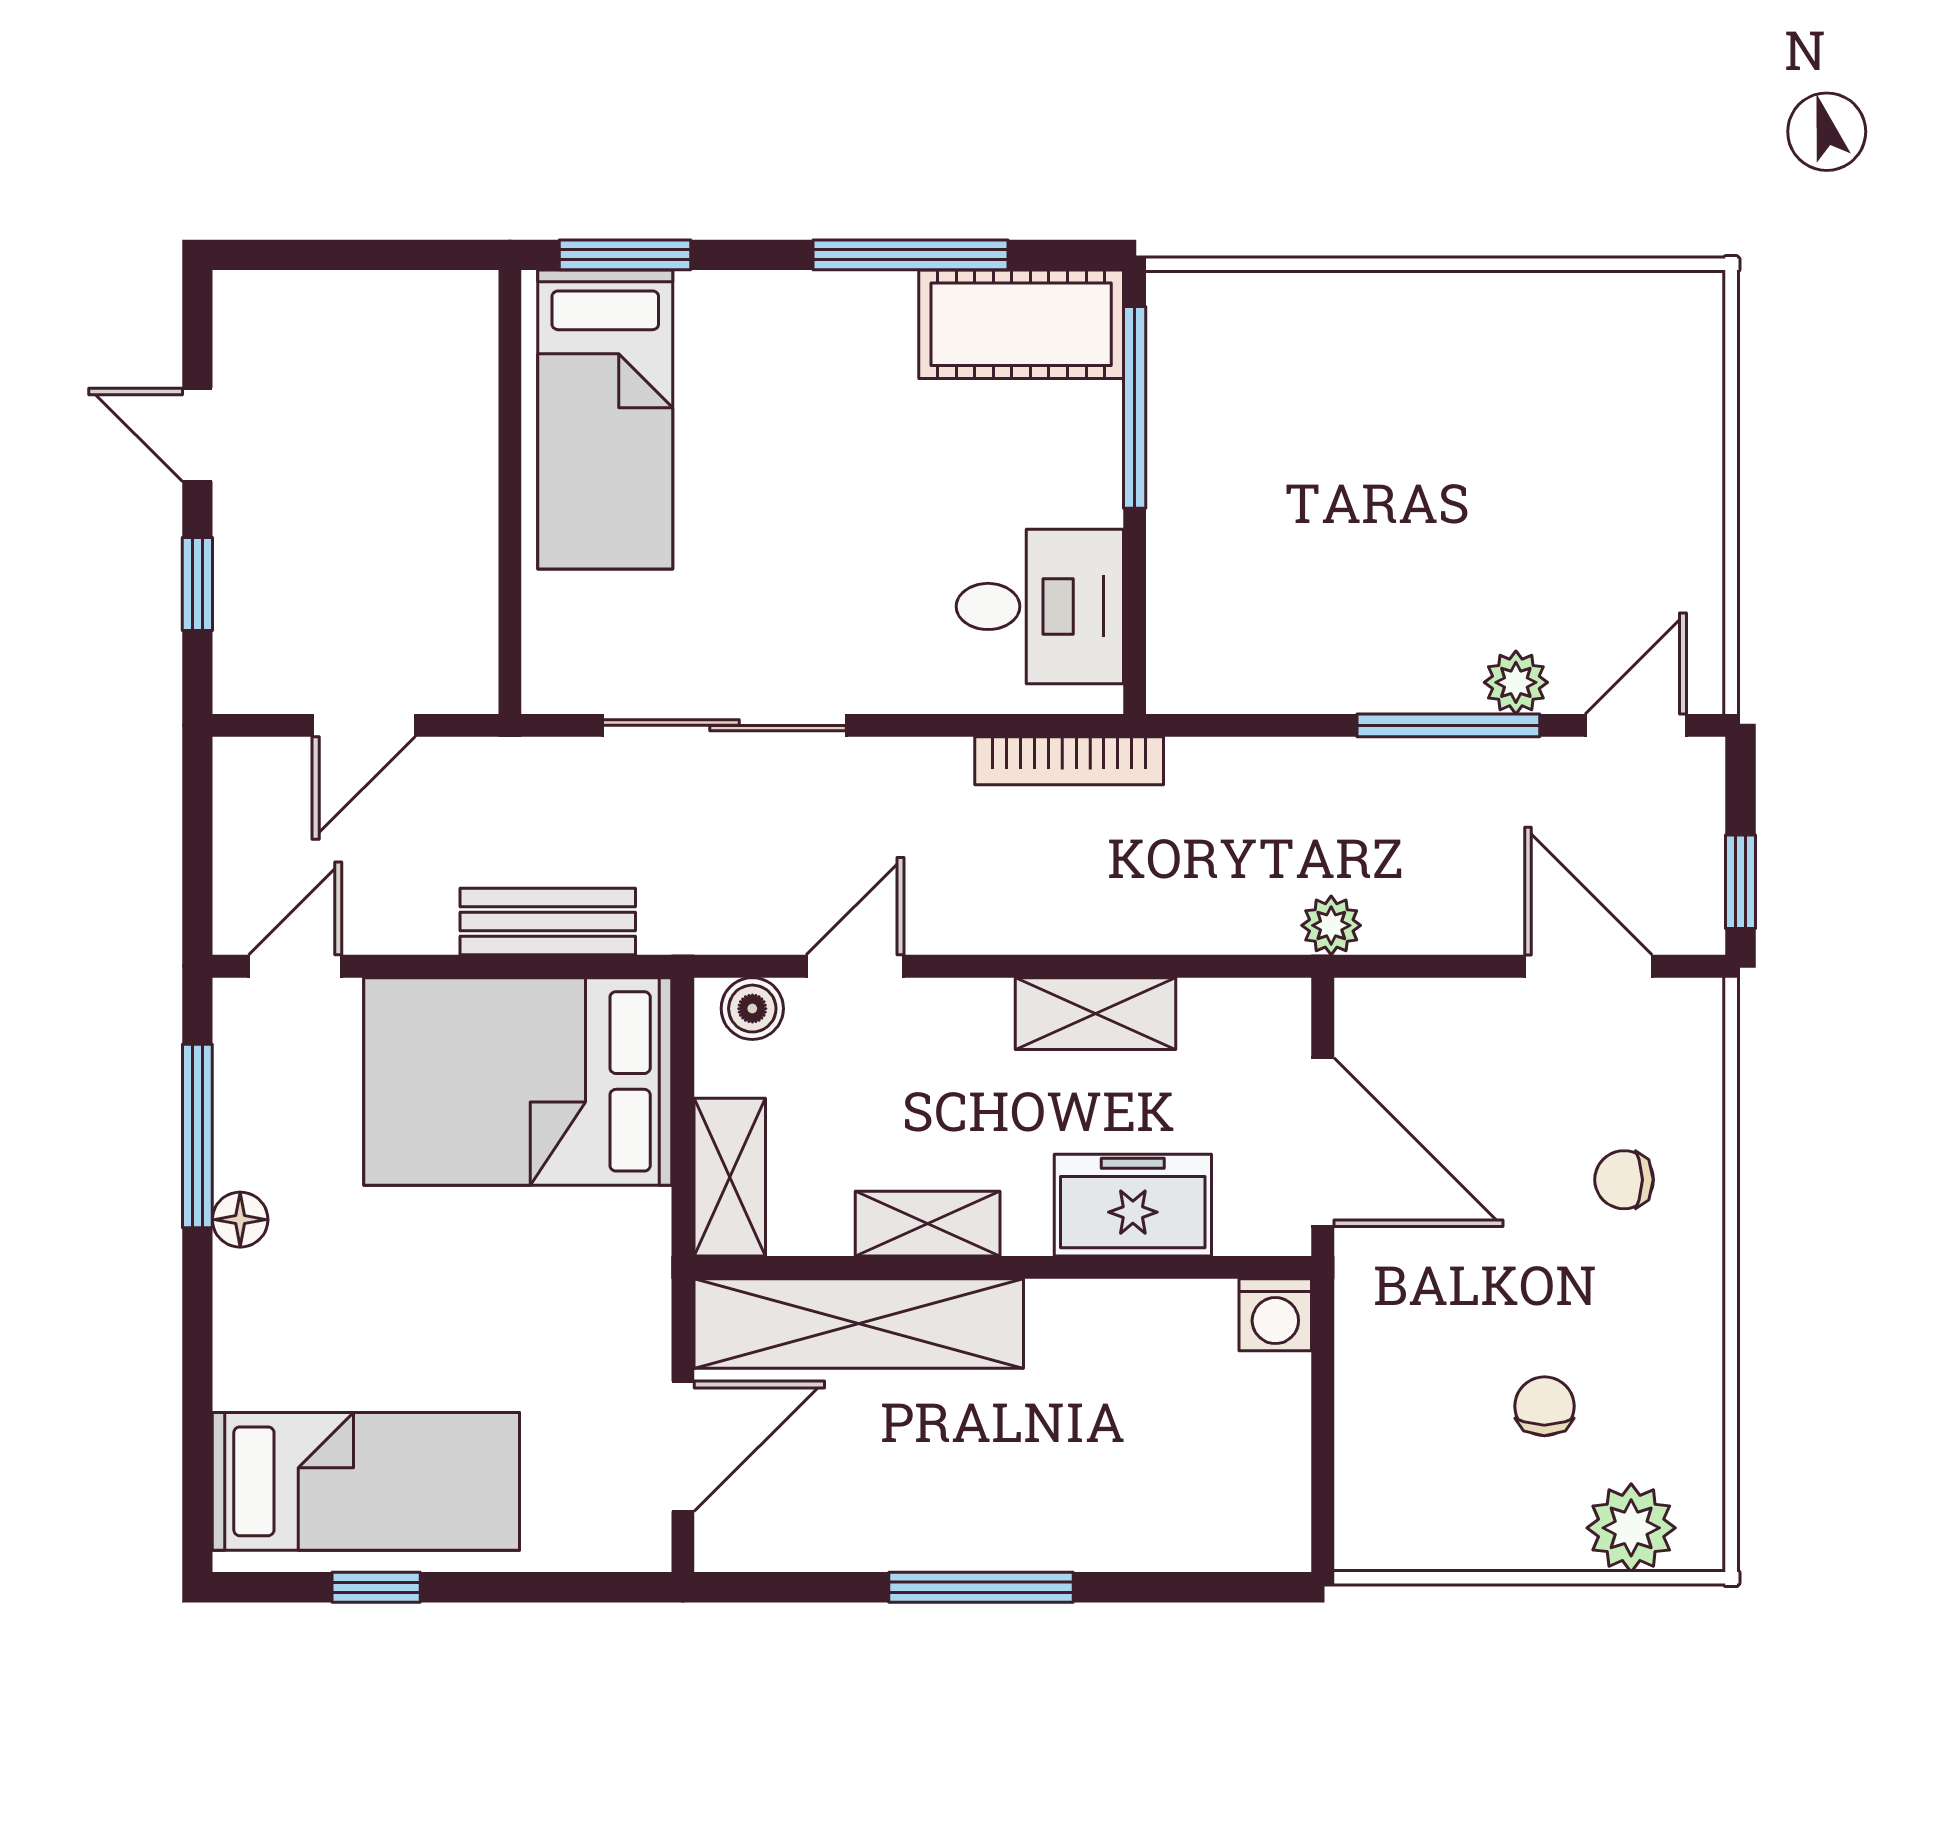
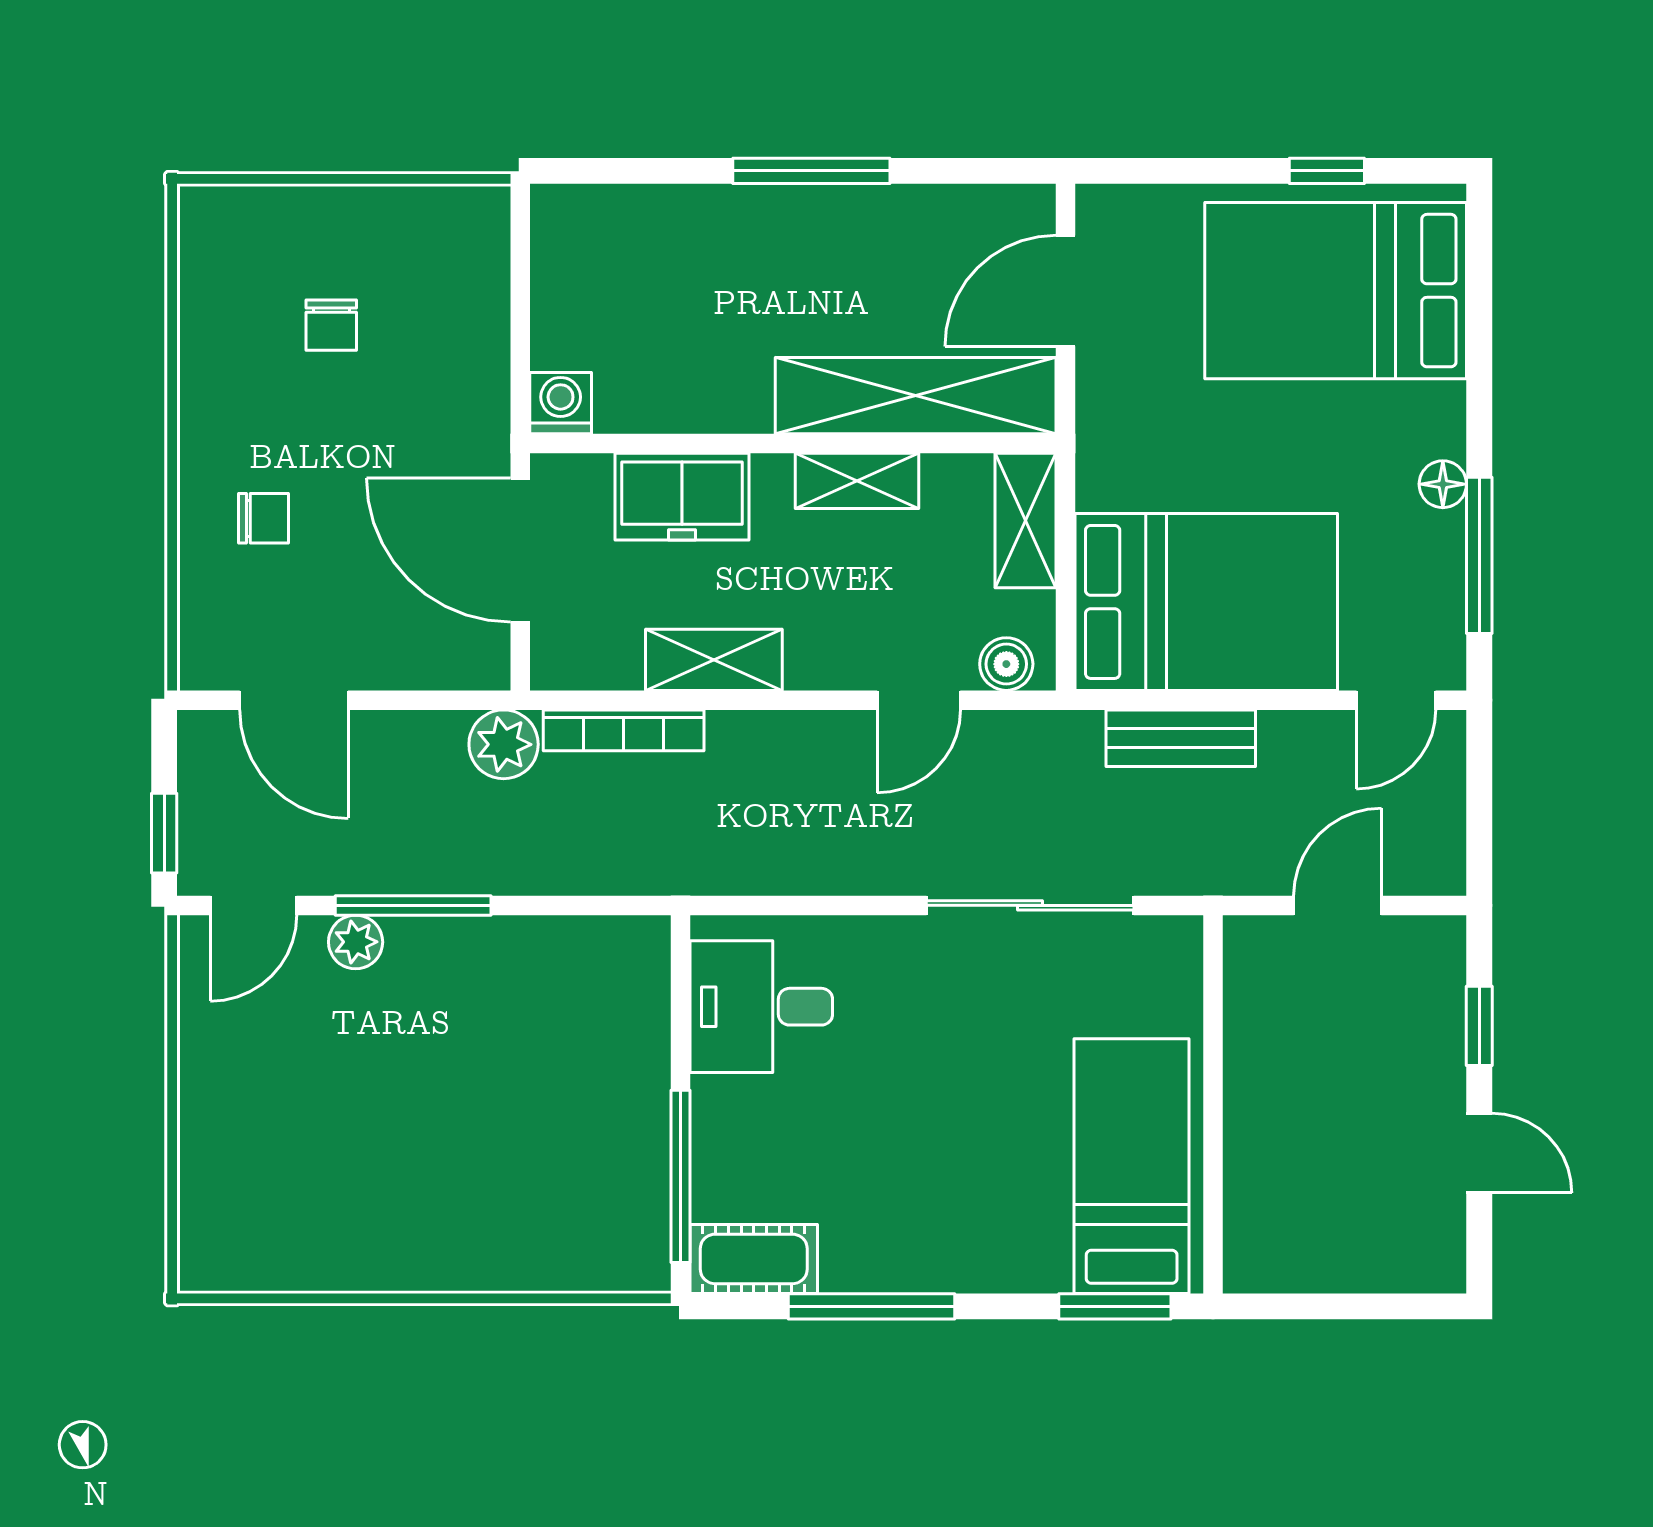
cot: (1021, 324) -> (754, 1259), width x0.73, depth x0.75
bookcase: (1069, 761) -> (624, 730), moved, turned 180
window: (1741, 882) -> (164, 833), moved
plant: (1331, 925) -> (504, 744), width x1.38, depth x1.38
bed: (366, 1481) -> (1336, 291), width x1.50
plant: (1631, 1528) -> (257, 221), removed

